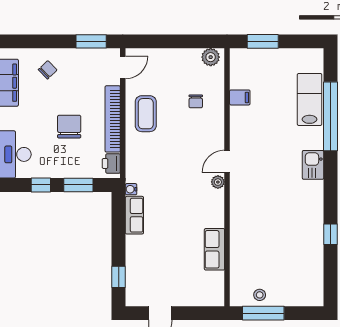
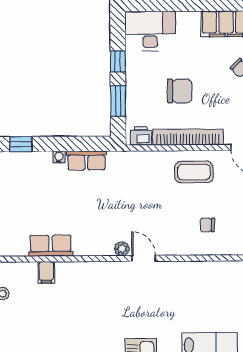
filing cabinet: (240, 97) -> (46, 272), moved
water cooler: (131, 189) -> (59, 157), moved

